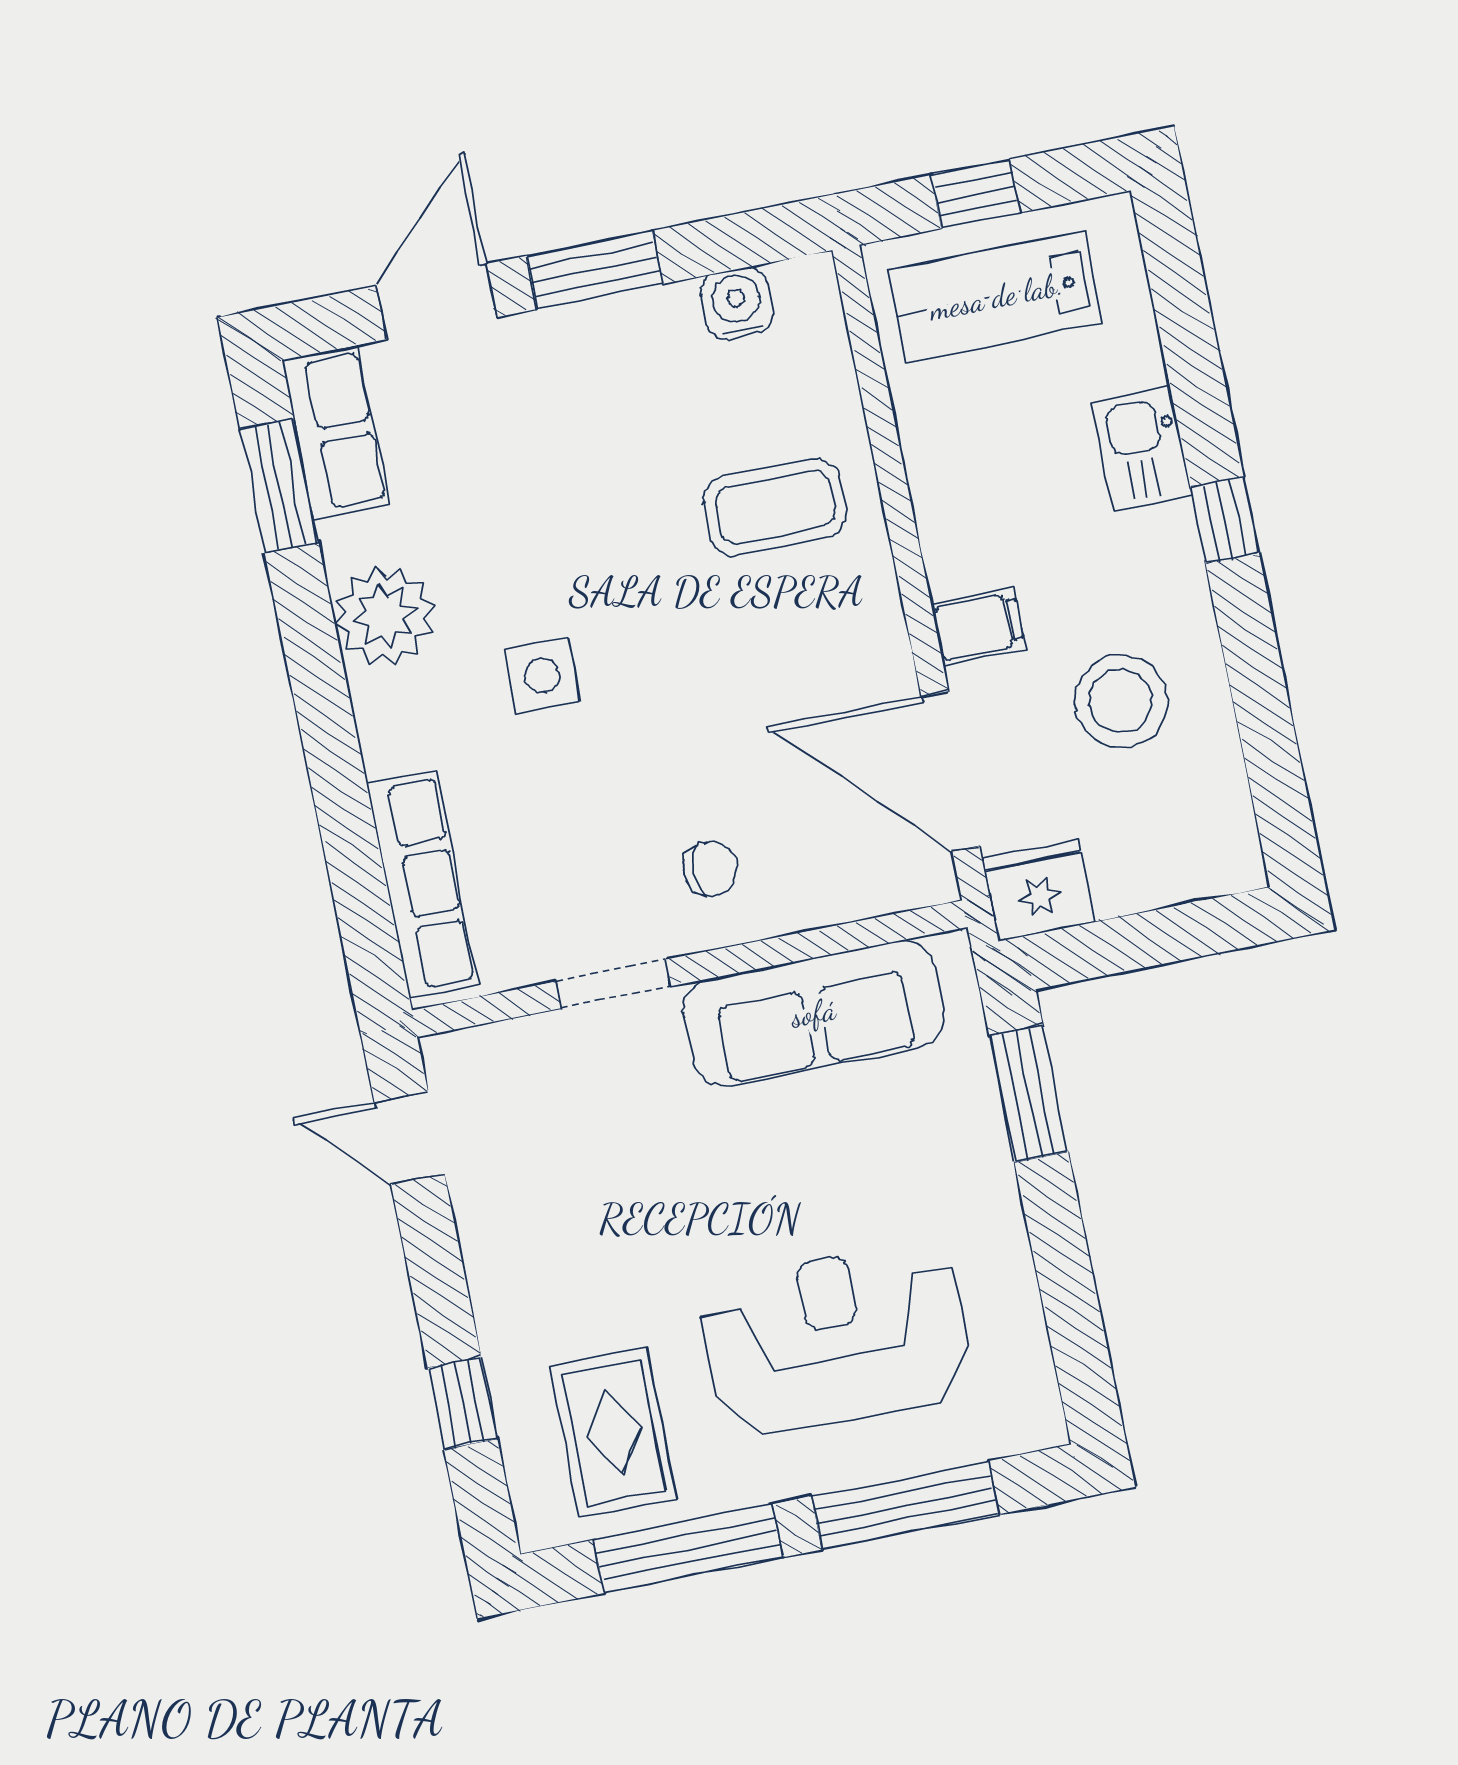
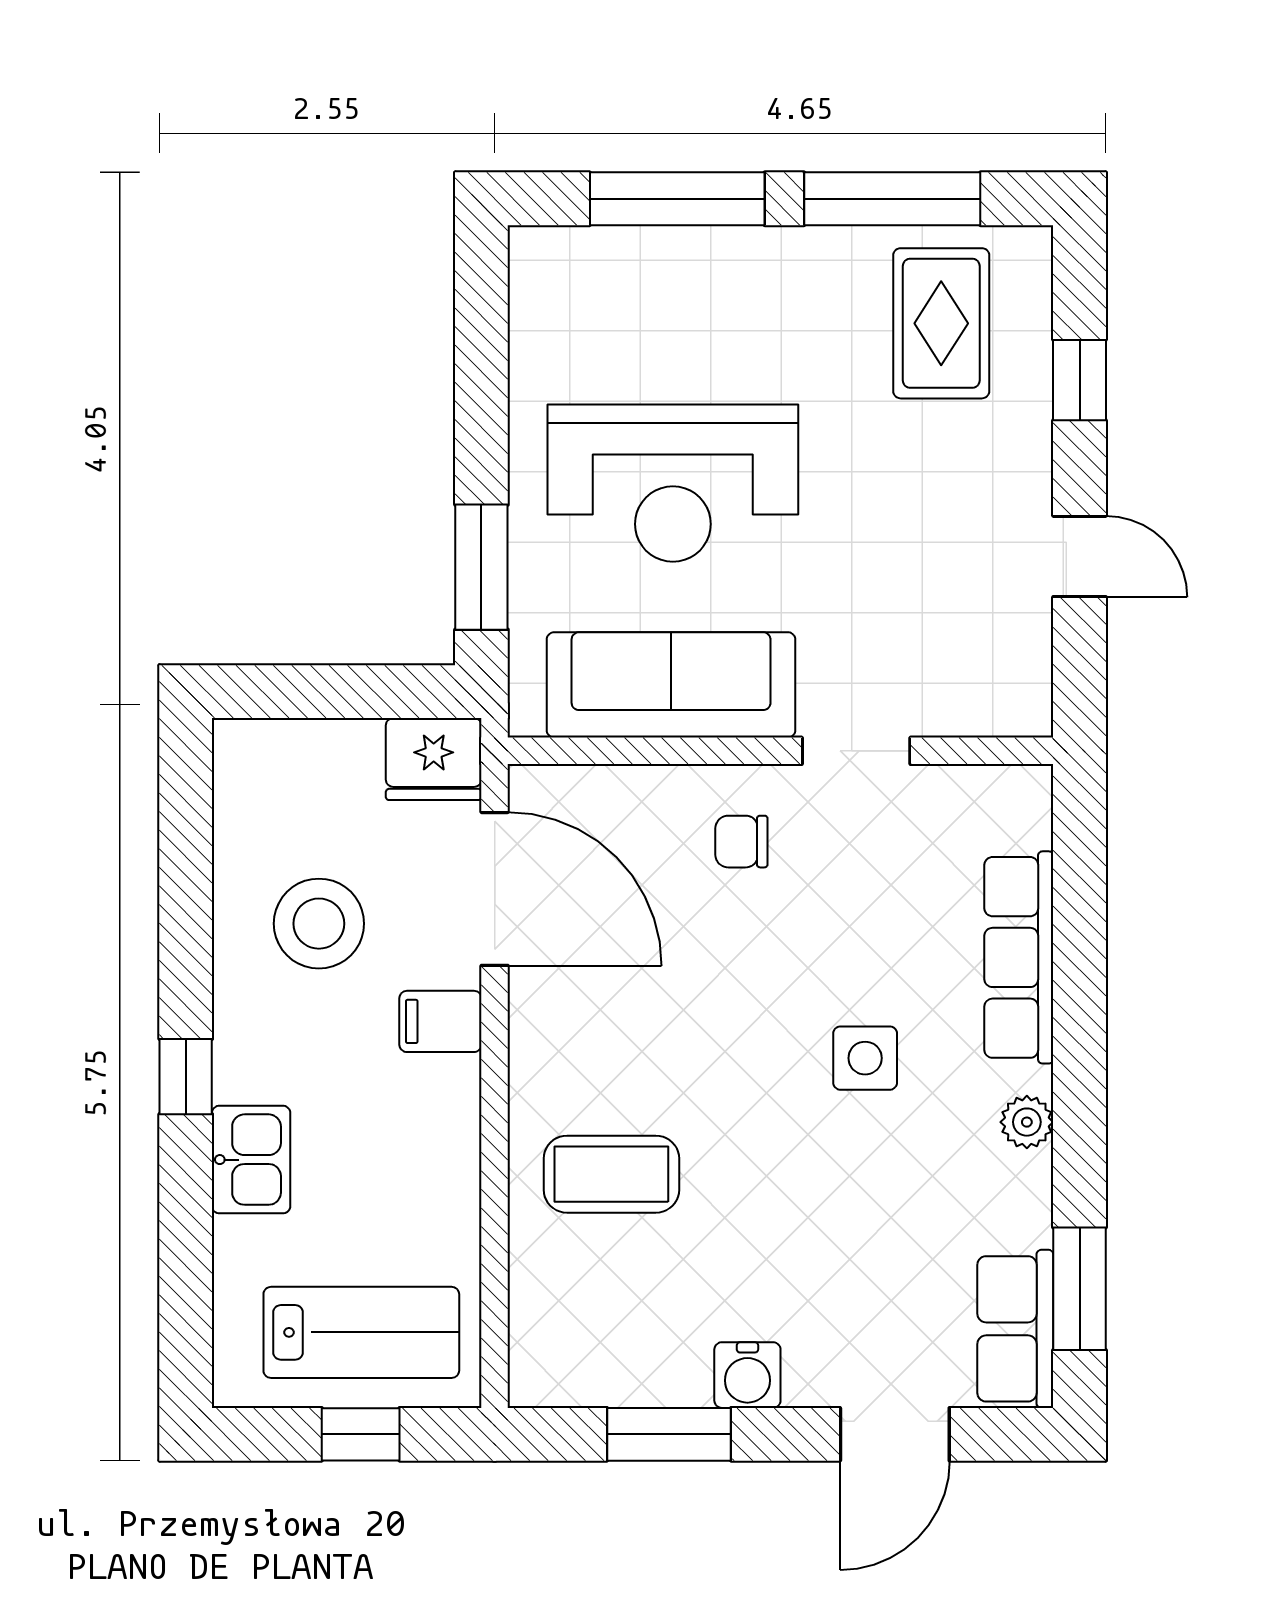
window: (595, 270) -> (669, 1434), moved
water cooler: (737, 304) -> (747, 1375), moved
plant: (385, 615) -> (1027, 1122), width x0.53, depth x0.53
row of seats: (423, 885) -> (1019, 957), moved
door: (409, 1138) -> (1080, 556), moved
reception desk: (836, 1339) -> (673, 483), moved

